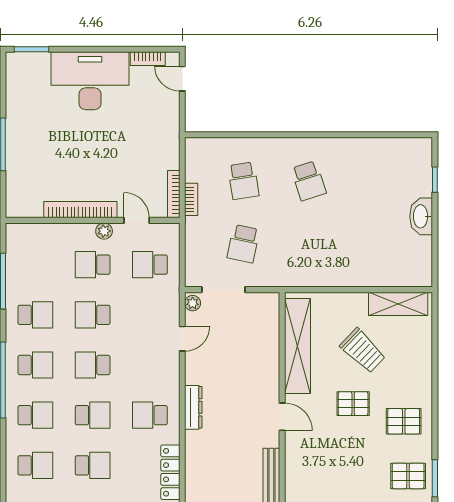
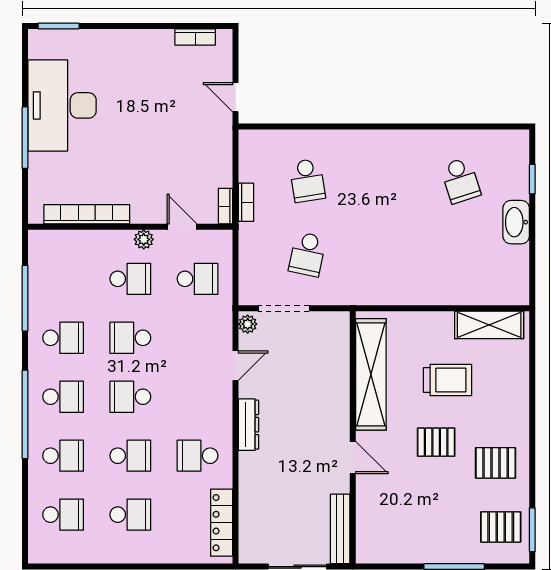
door: (182, 79) -> (236, 97), moved
desk: (90, 81) -> (62, 105), moved, turned -90
school desk: (309, 181) -> (460, 180), moved
bookcase: (174, 194) -> (226, 206), width x0.64
bookcase: (80, 210) -> (87, 214), moved
school desk: (93, 265) -> (130, 279), turned 180
school desk: (150, 265) -> (198, 279), turned 180
trolley: (363, 351) -> (448, 380), turned -44
dresser: (193, 407) -> (249, 425), moved

